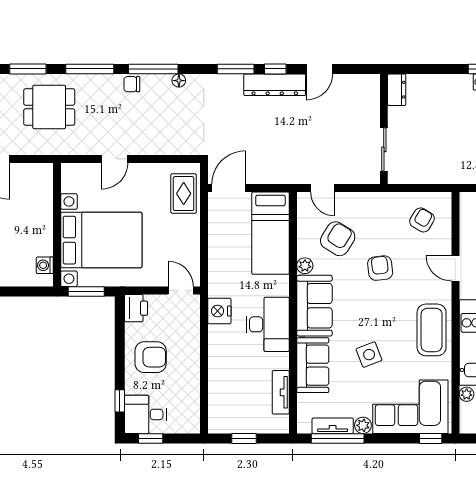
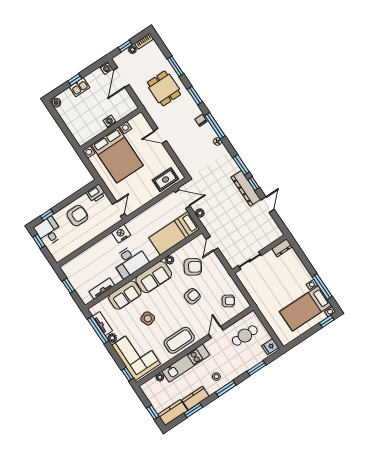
window: (90, 69) -> (195, 96), width x0.69
door: (319, 69) -> (268, 205), swing flipped
plant: (266, 176) -> (200, 213), added
washing machine: (45, 265) -> (110, 122), moved
window: (86, 291) -> (88, 164), removed
armchair: (151, 357) -> (77, 216), turned -90

